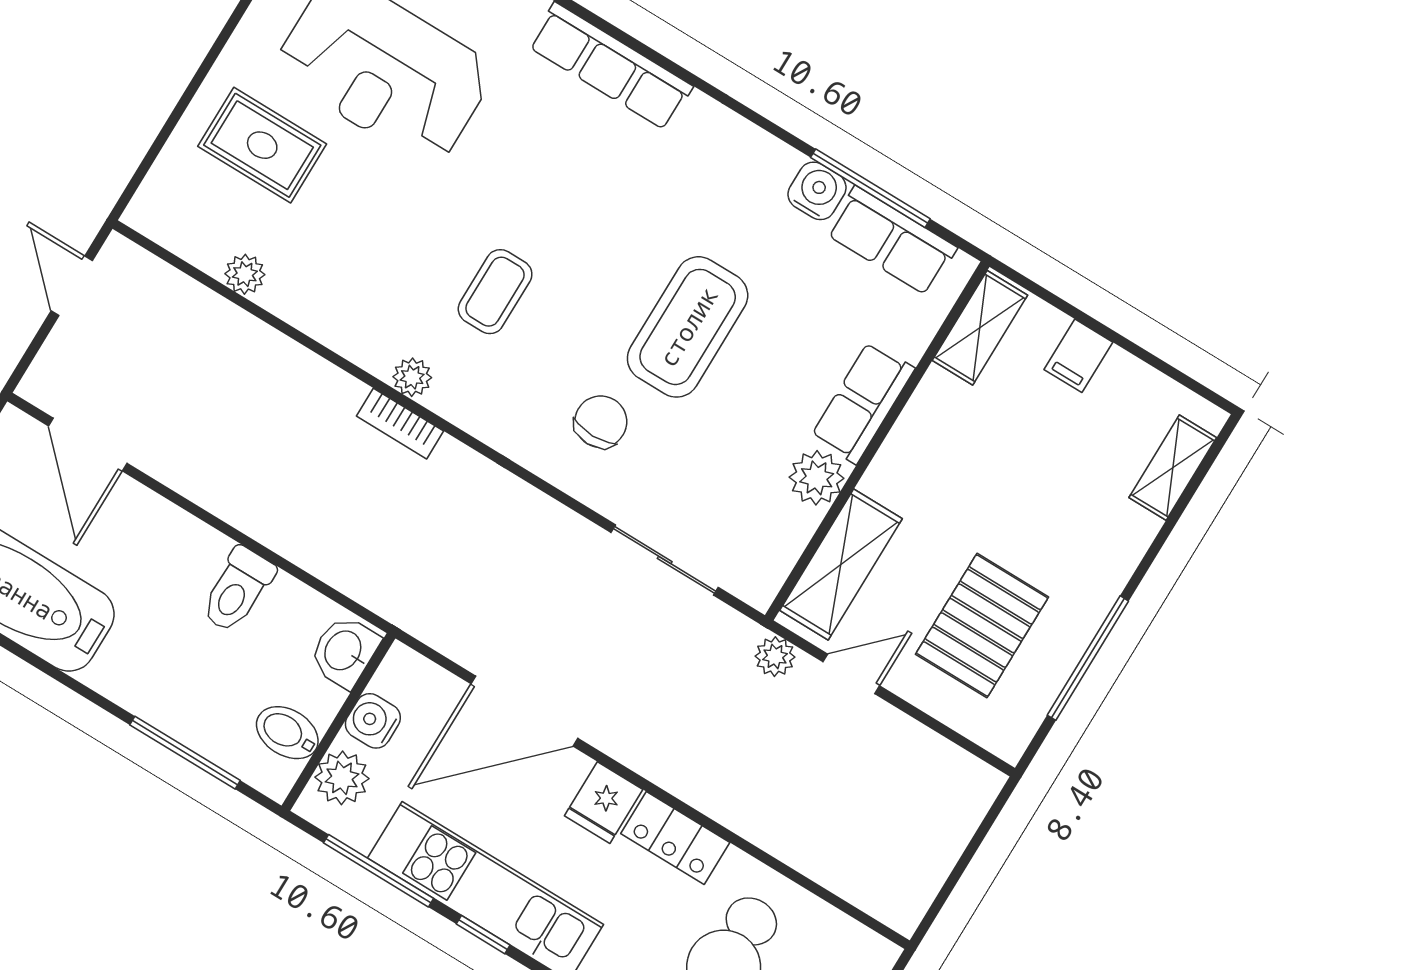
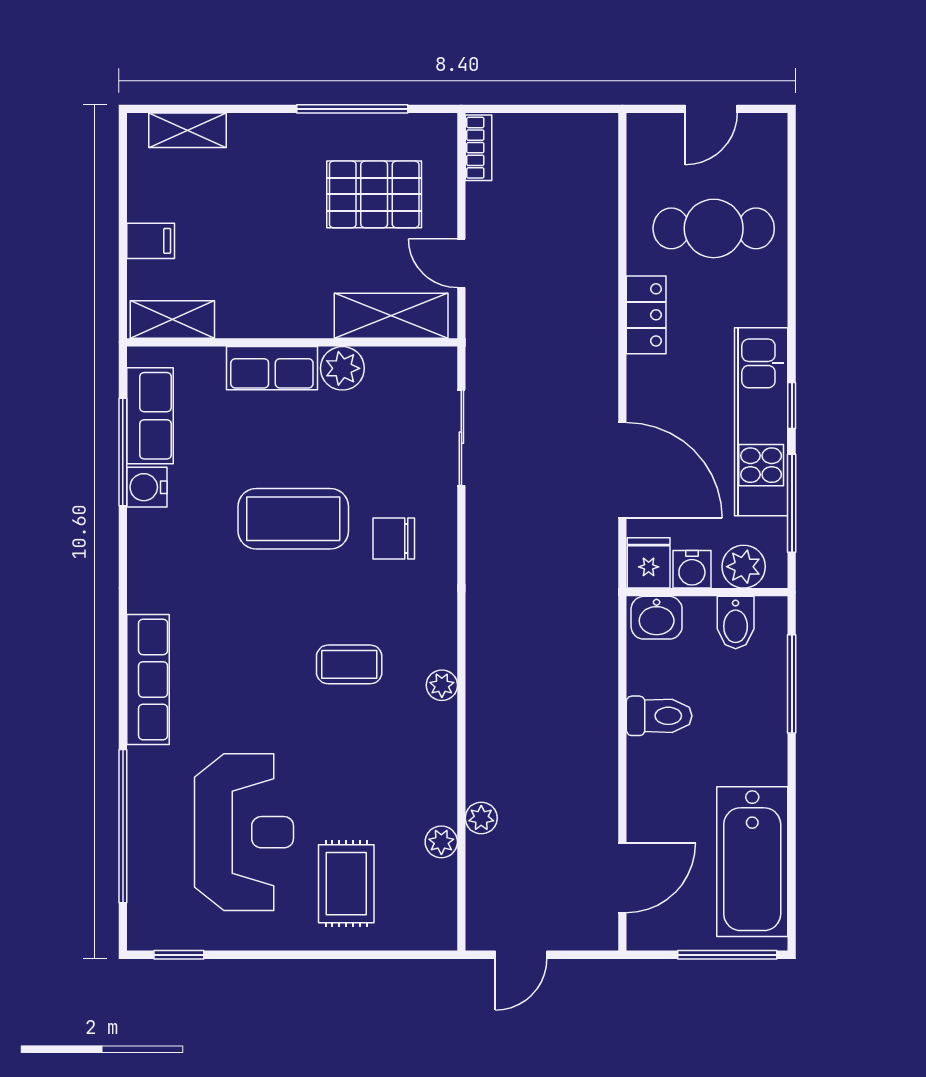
bookcase: (400, 424) -> (478, 148), moved
plant: (775, 657) -> (481, 818), moved
fridge: (604, 803) -> (649, 563), moved, turned -90

